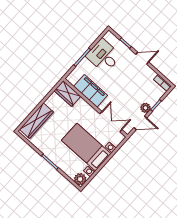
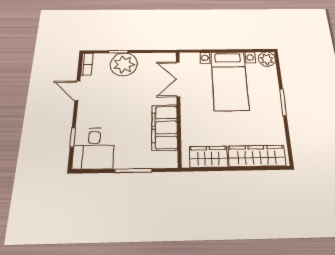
desk: (104, 56) -> (94, 148), moved
door: (142, 58) -> (77, 91), moved
wardrobe: (67, 94) -> (208, 157), moved, turned -90
plant: (146, 108) -> (124, 64), width x1.87, depth x1.87
door: (140, 123) -> (151, 51), removed

